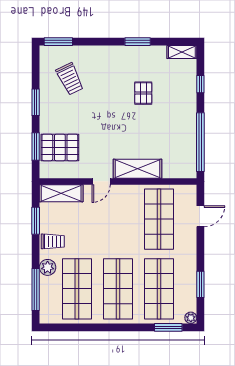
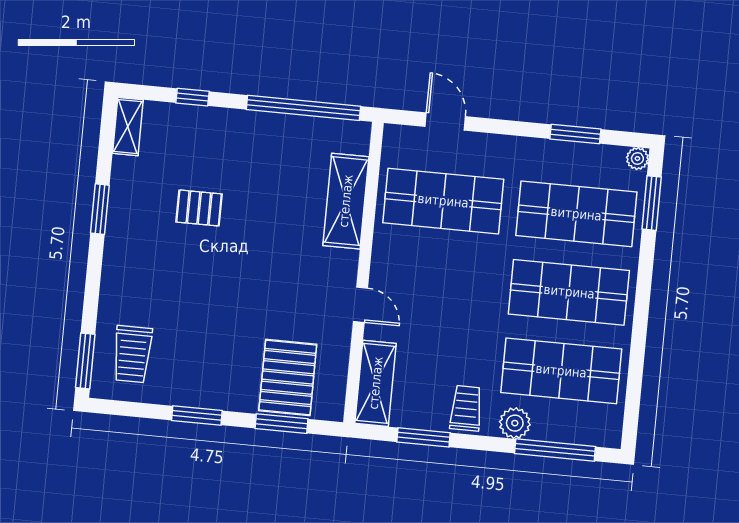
trolley: (70, 79) -> (132, 354), moved, turned 116
shelving: (138, 169) -> (346, 201), moved

